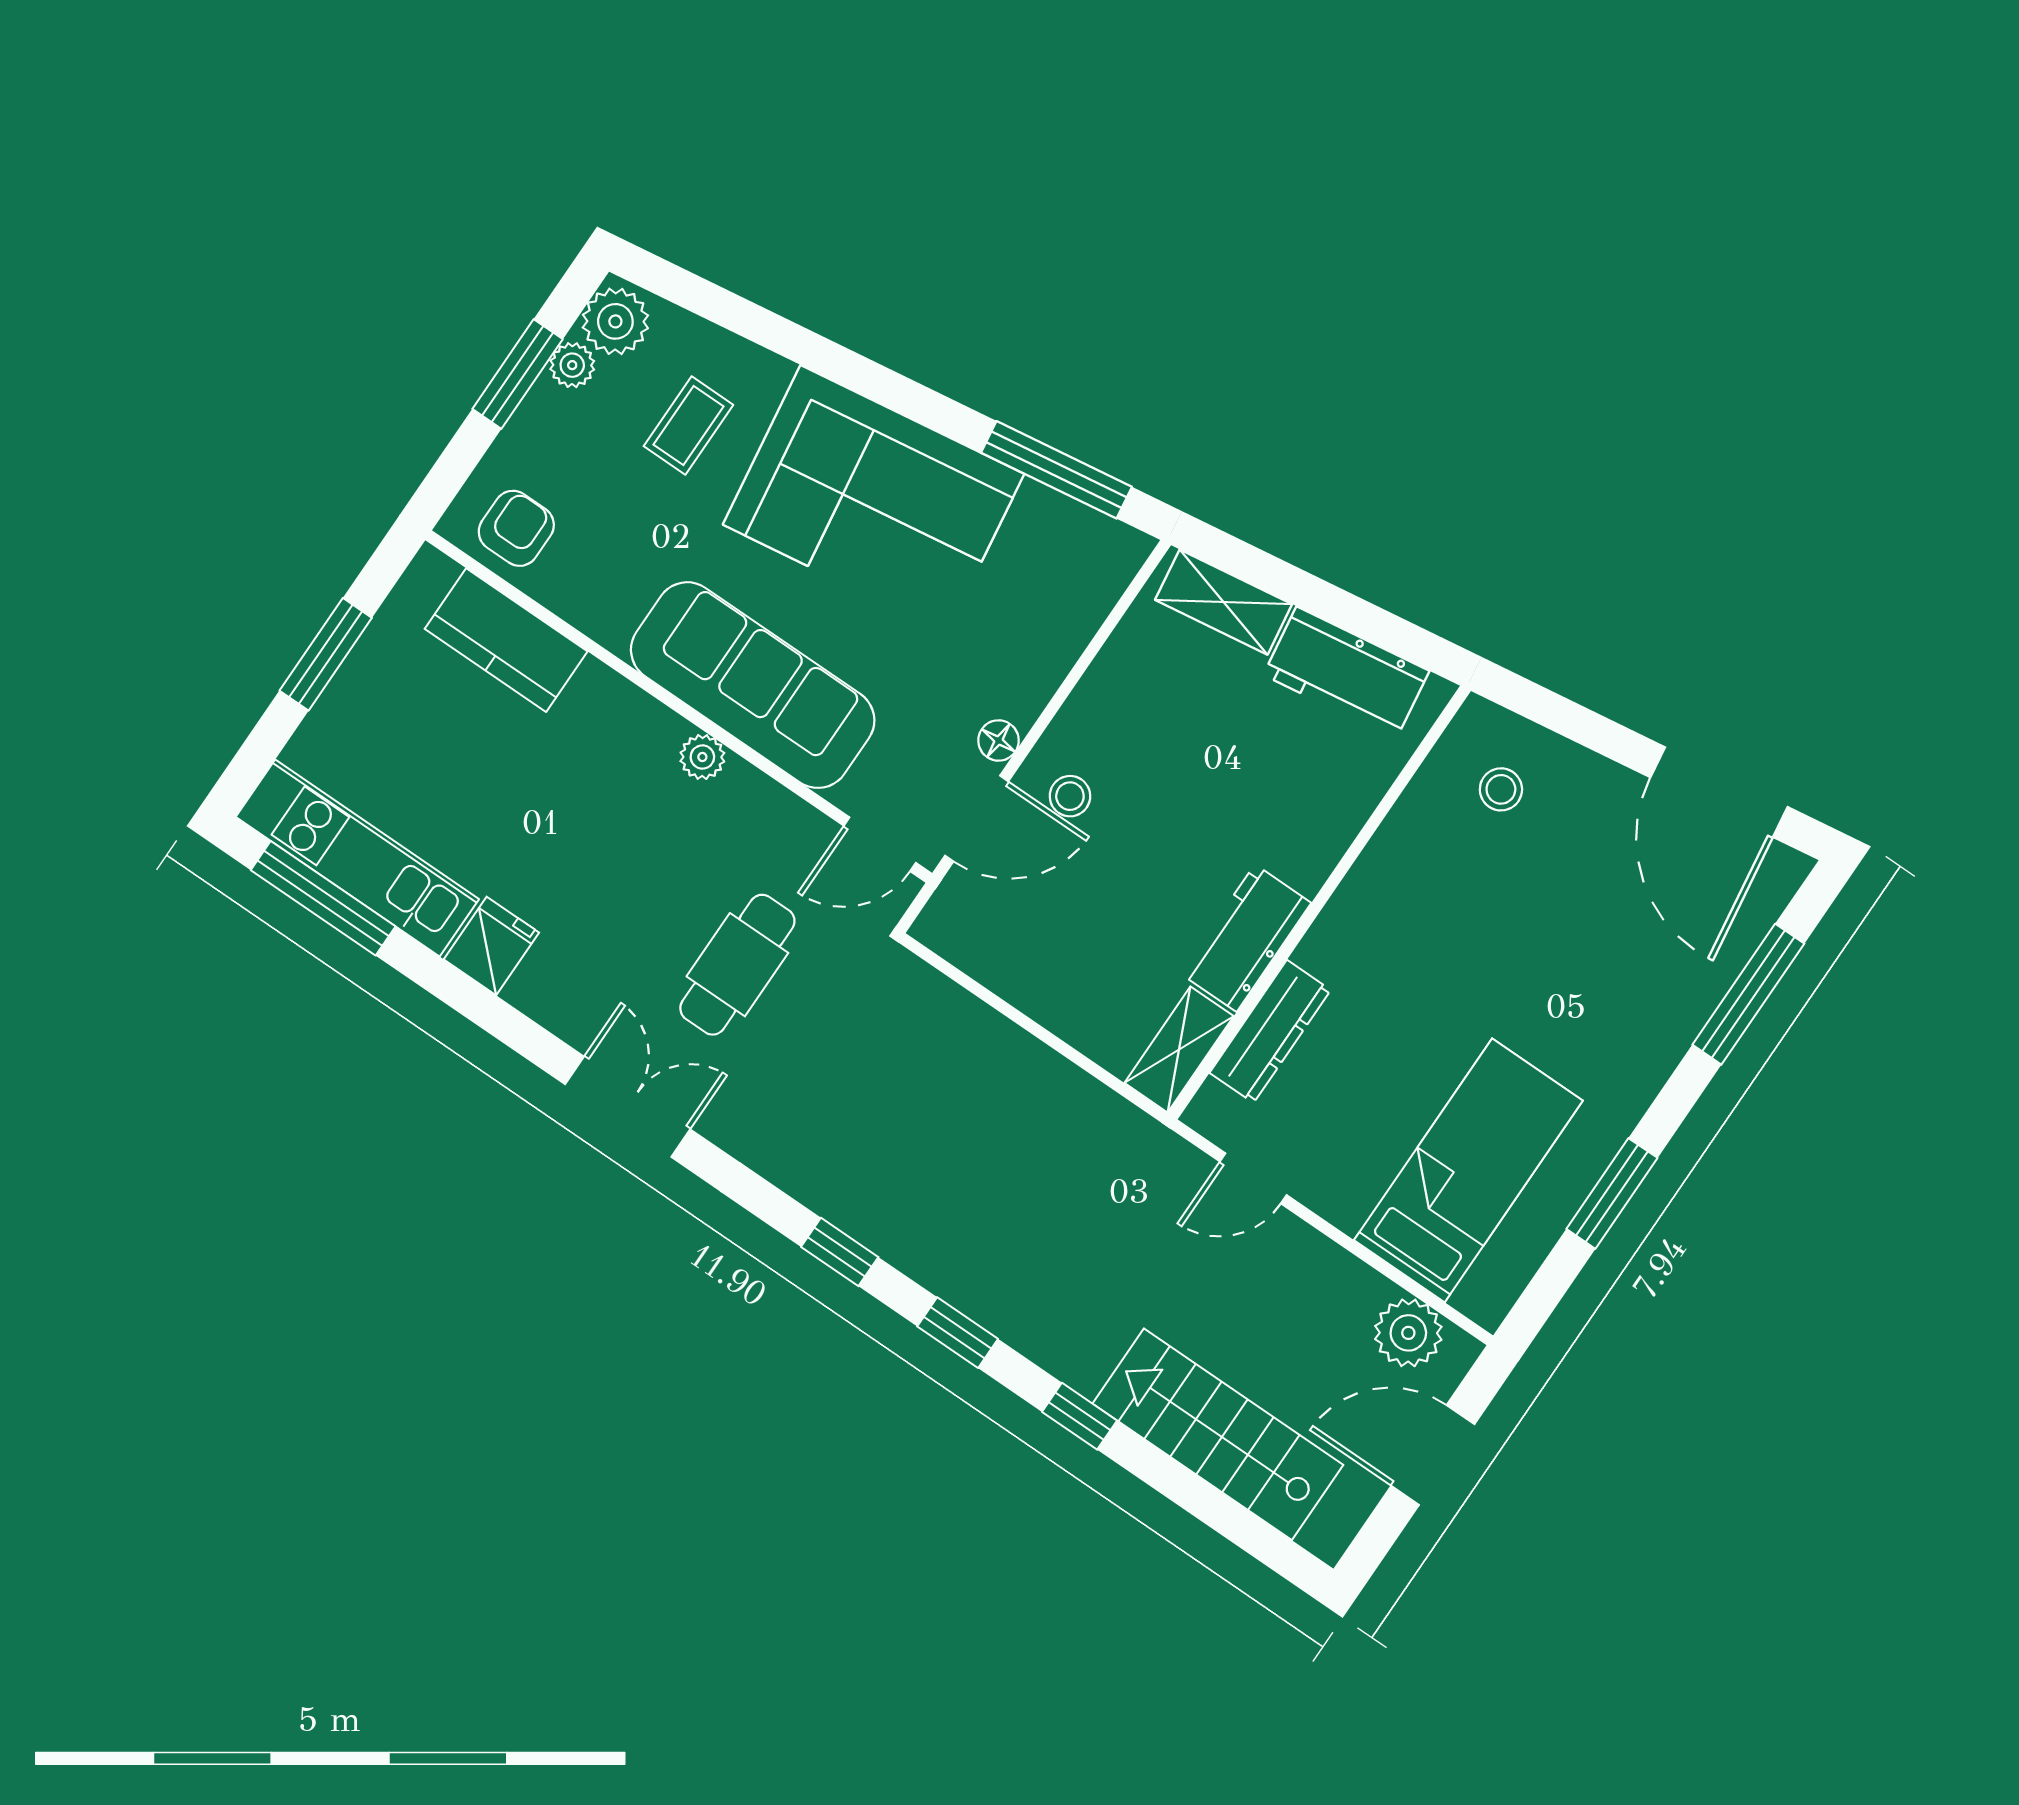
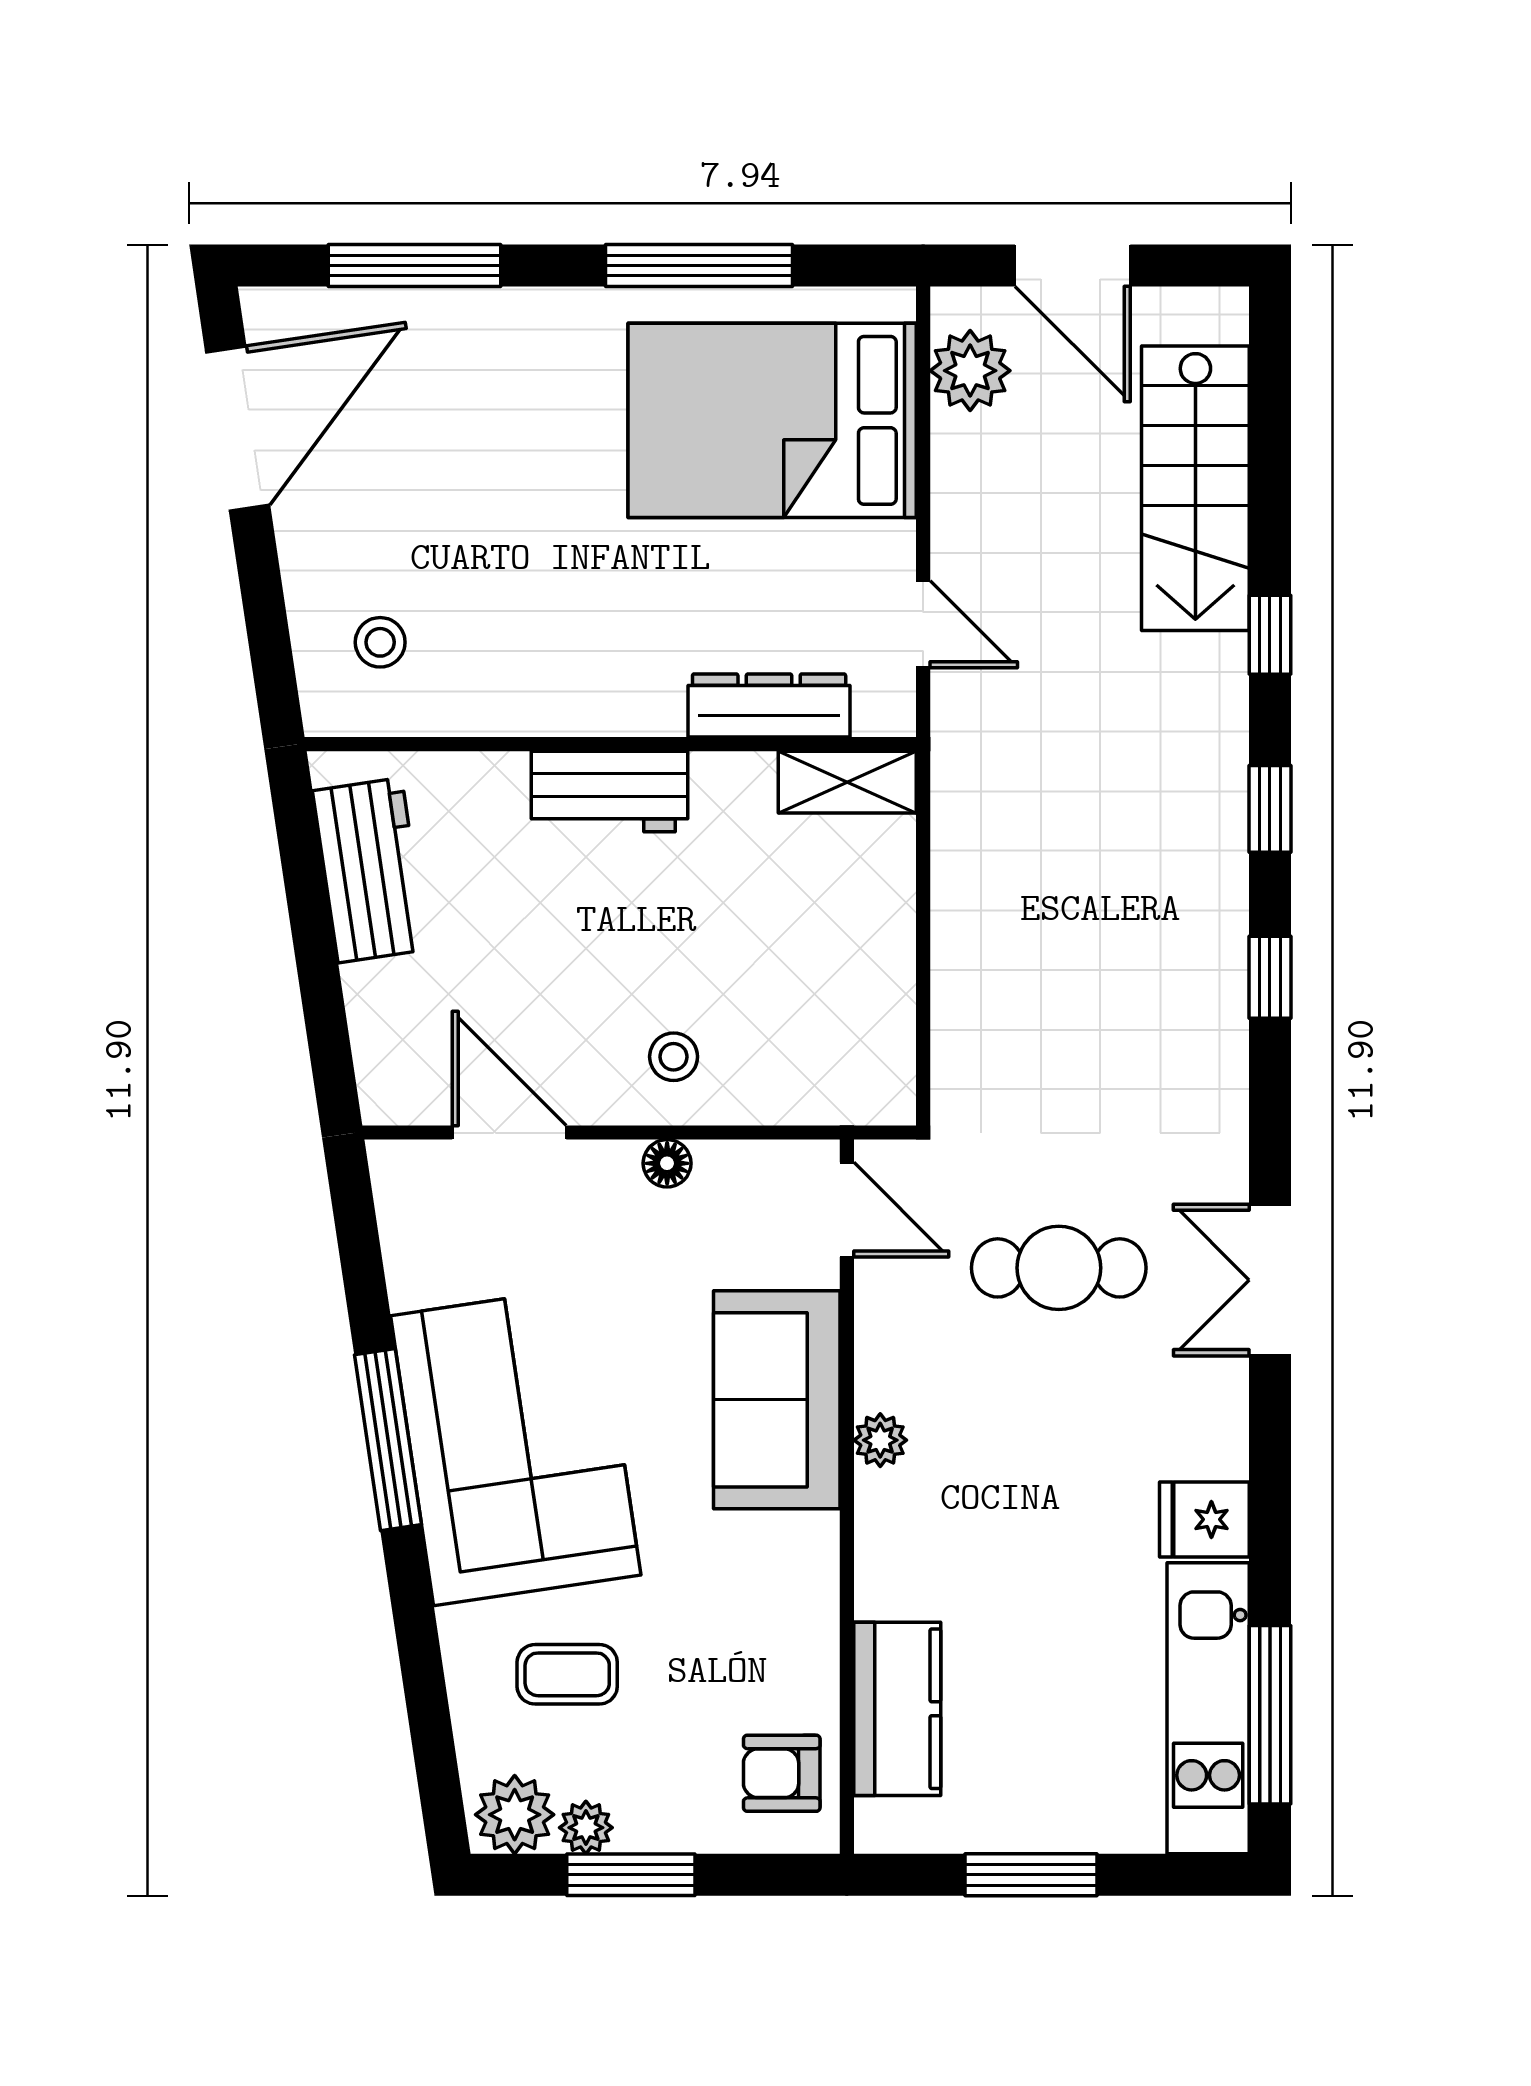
window: (1057, 470) -> (388, 1440), moved
shelving: (1224, 602) -> (383, 1037), removed
sofa: (753, 685) -> (777, 1400), width x0.73
door: (977, 818) -> (509, 1133), moved
workbench: (1246, 938) -> (609, 791), moved
bed: (1468, 1170) -> (772, 420), width x1.50
window: (1612, 1193) -> (699, 265), width x1.44

